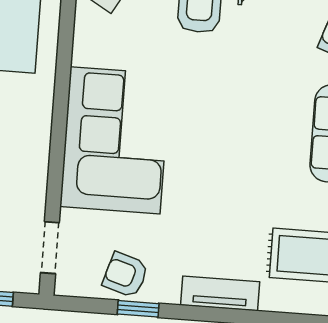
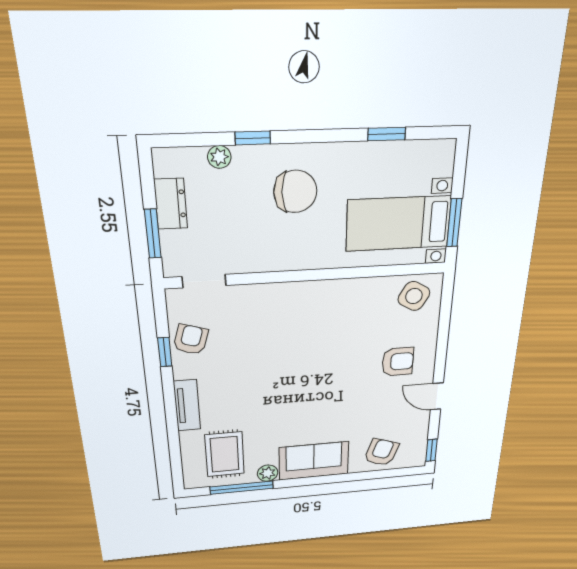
corner sofa: (115, 140) -> (297, 318), removed

